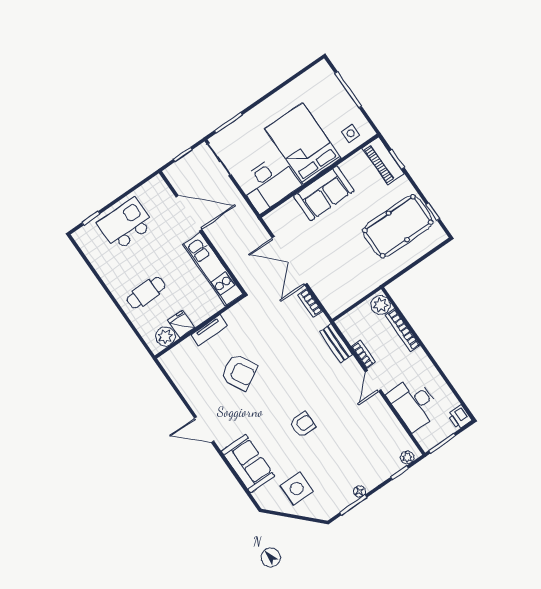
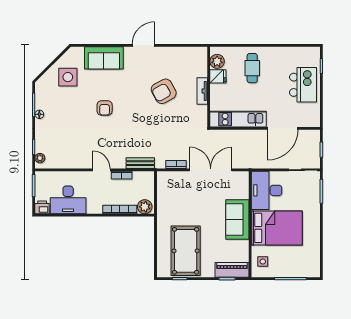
desk: (414, 404) -> (68, 200), moved, turned 180

